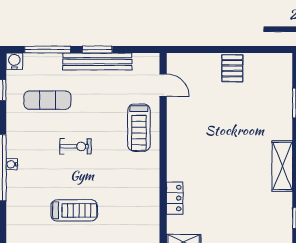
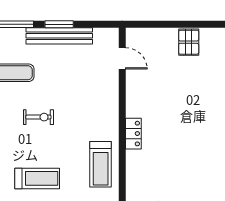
treadmill: (139, 128) -> (101, 164), moved
locker: (175, 198) -> (133, 134), moved

